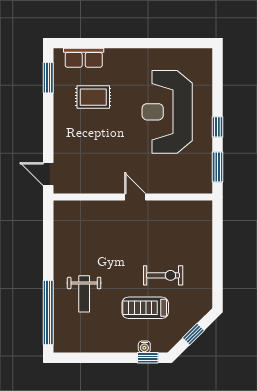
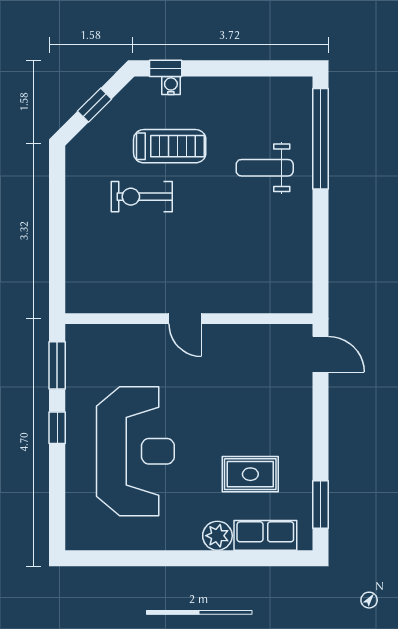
plant: (114, 58) -> (217, 536), added
weight bench: (84, 294) -> (265, 168), turned -90

